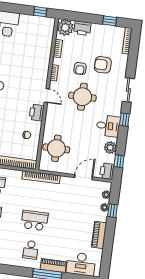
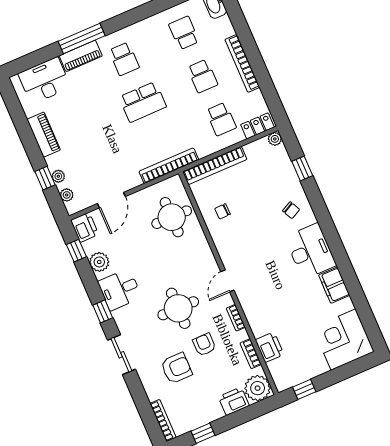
door: (47, 96) -> (227, 281), hinge flipped
printer: (37, 113) -> (270, 347), moved
school desk: (31, 250) -> (124, 59), turned 180

